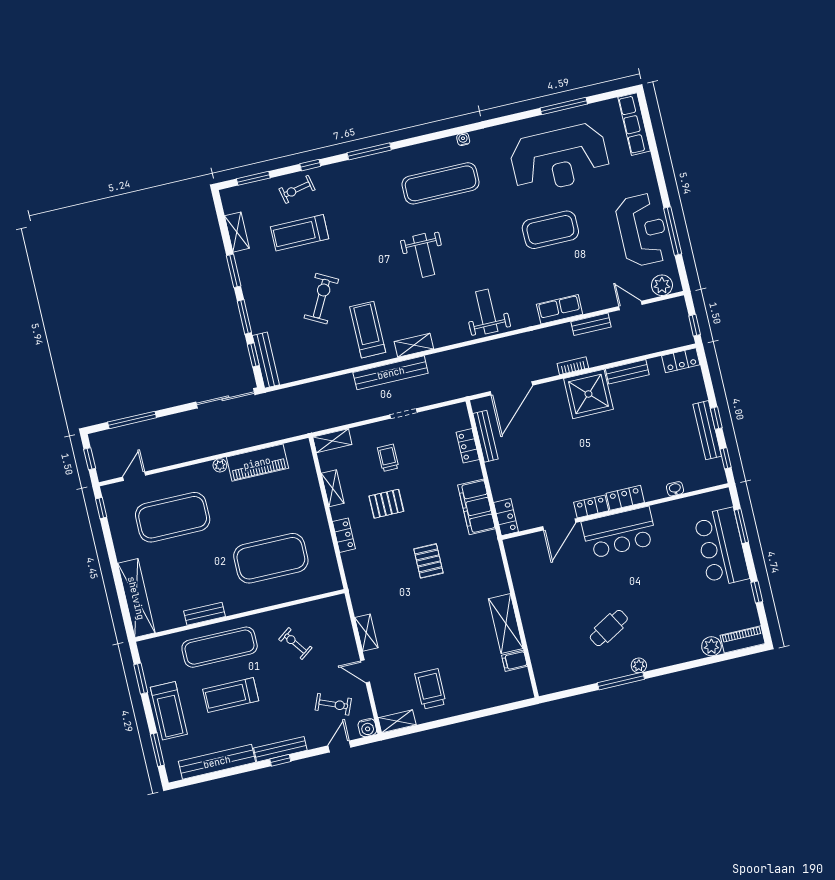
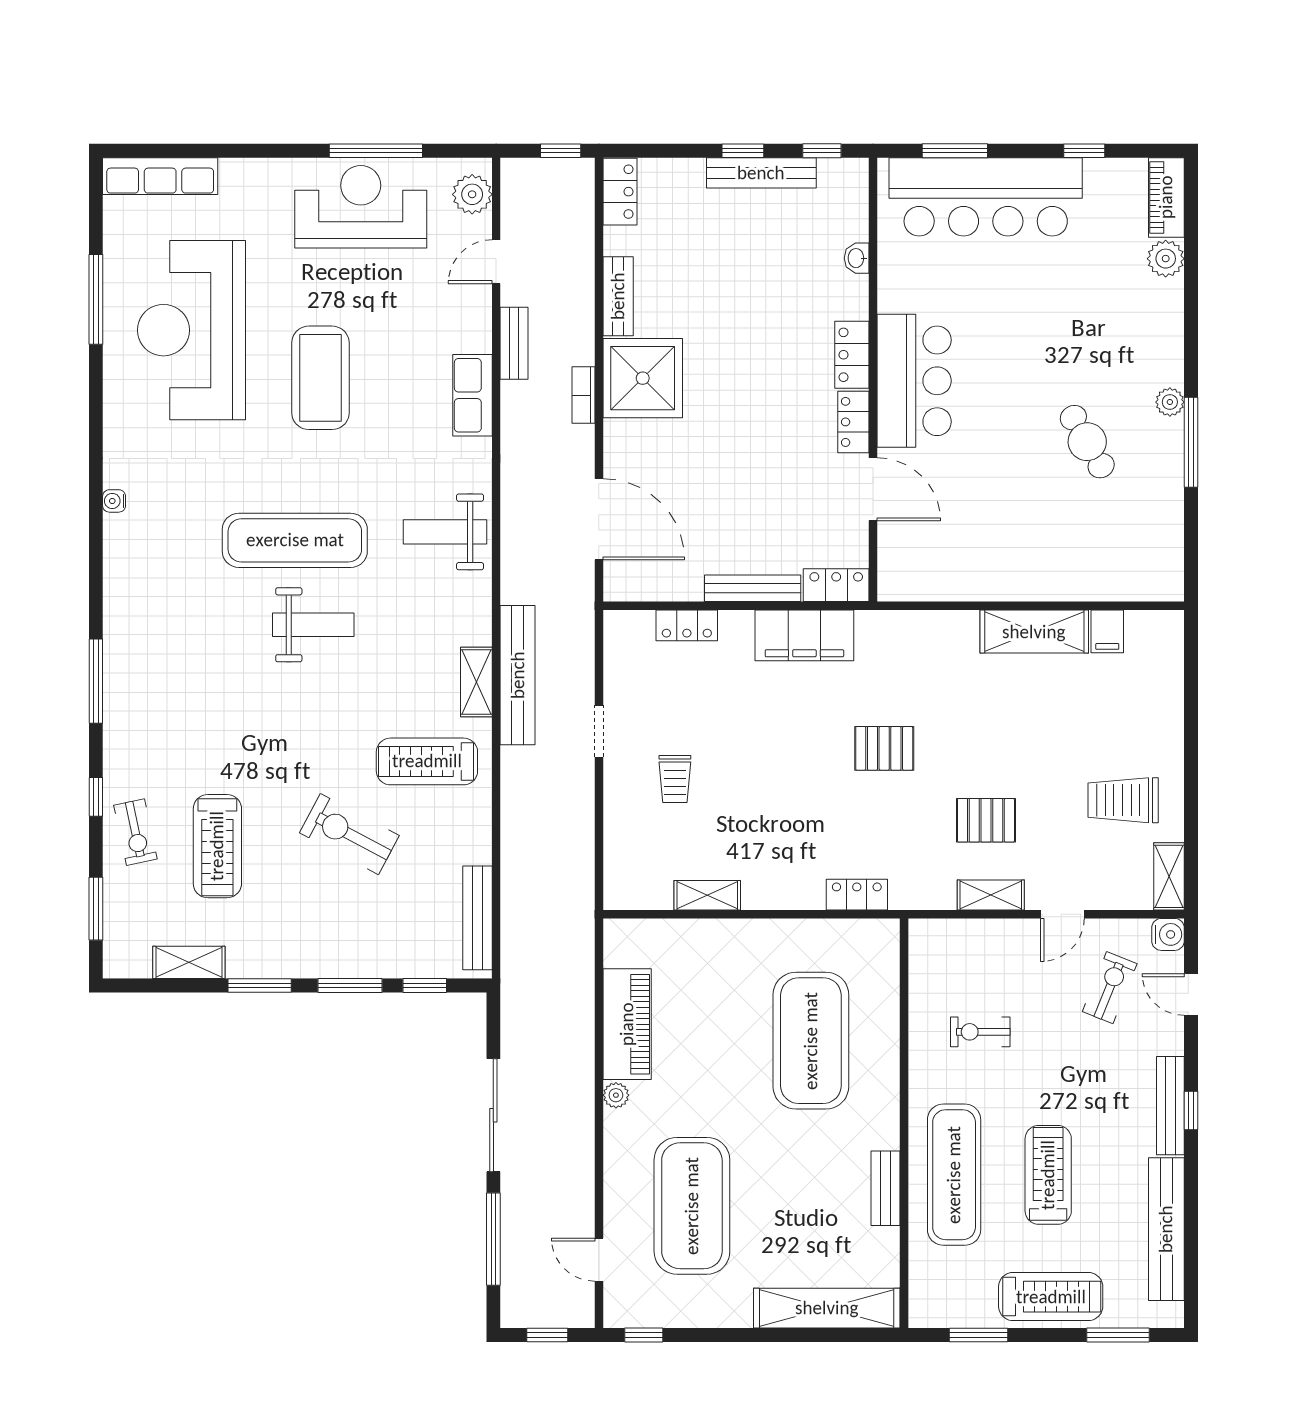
reception desk: (559, 158) -> (191, 330), turned 180
exercise mat: (441, 183) -> (295, 540), moved, turned 90
bench: (266, 360) -> (477, 918), moved, turned 90
bench: (391, 373) -> (518, 675), moved
sliding door: (225, 398) -> (493, 1115), moved
bench: (485, 436) -> (753, 588), moved
shelving: (332, 441) -> (619, 875), removed
trolley: (388, 458) -> (675, 779), turned -90
pallet: (386, 504) -> (986, 820), moved, turned 90
locker: (344, 535) -> (857, 895), moved
bar counter: (722, 547) -> (986, 197), width x1.36
exercise bike: (295, 644) -> (980, 1032), turned 36
treadmill: (231, 695) -> (1048, 1175), turned 180

